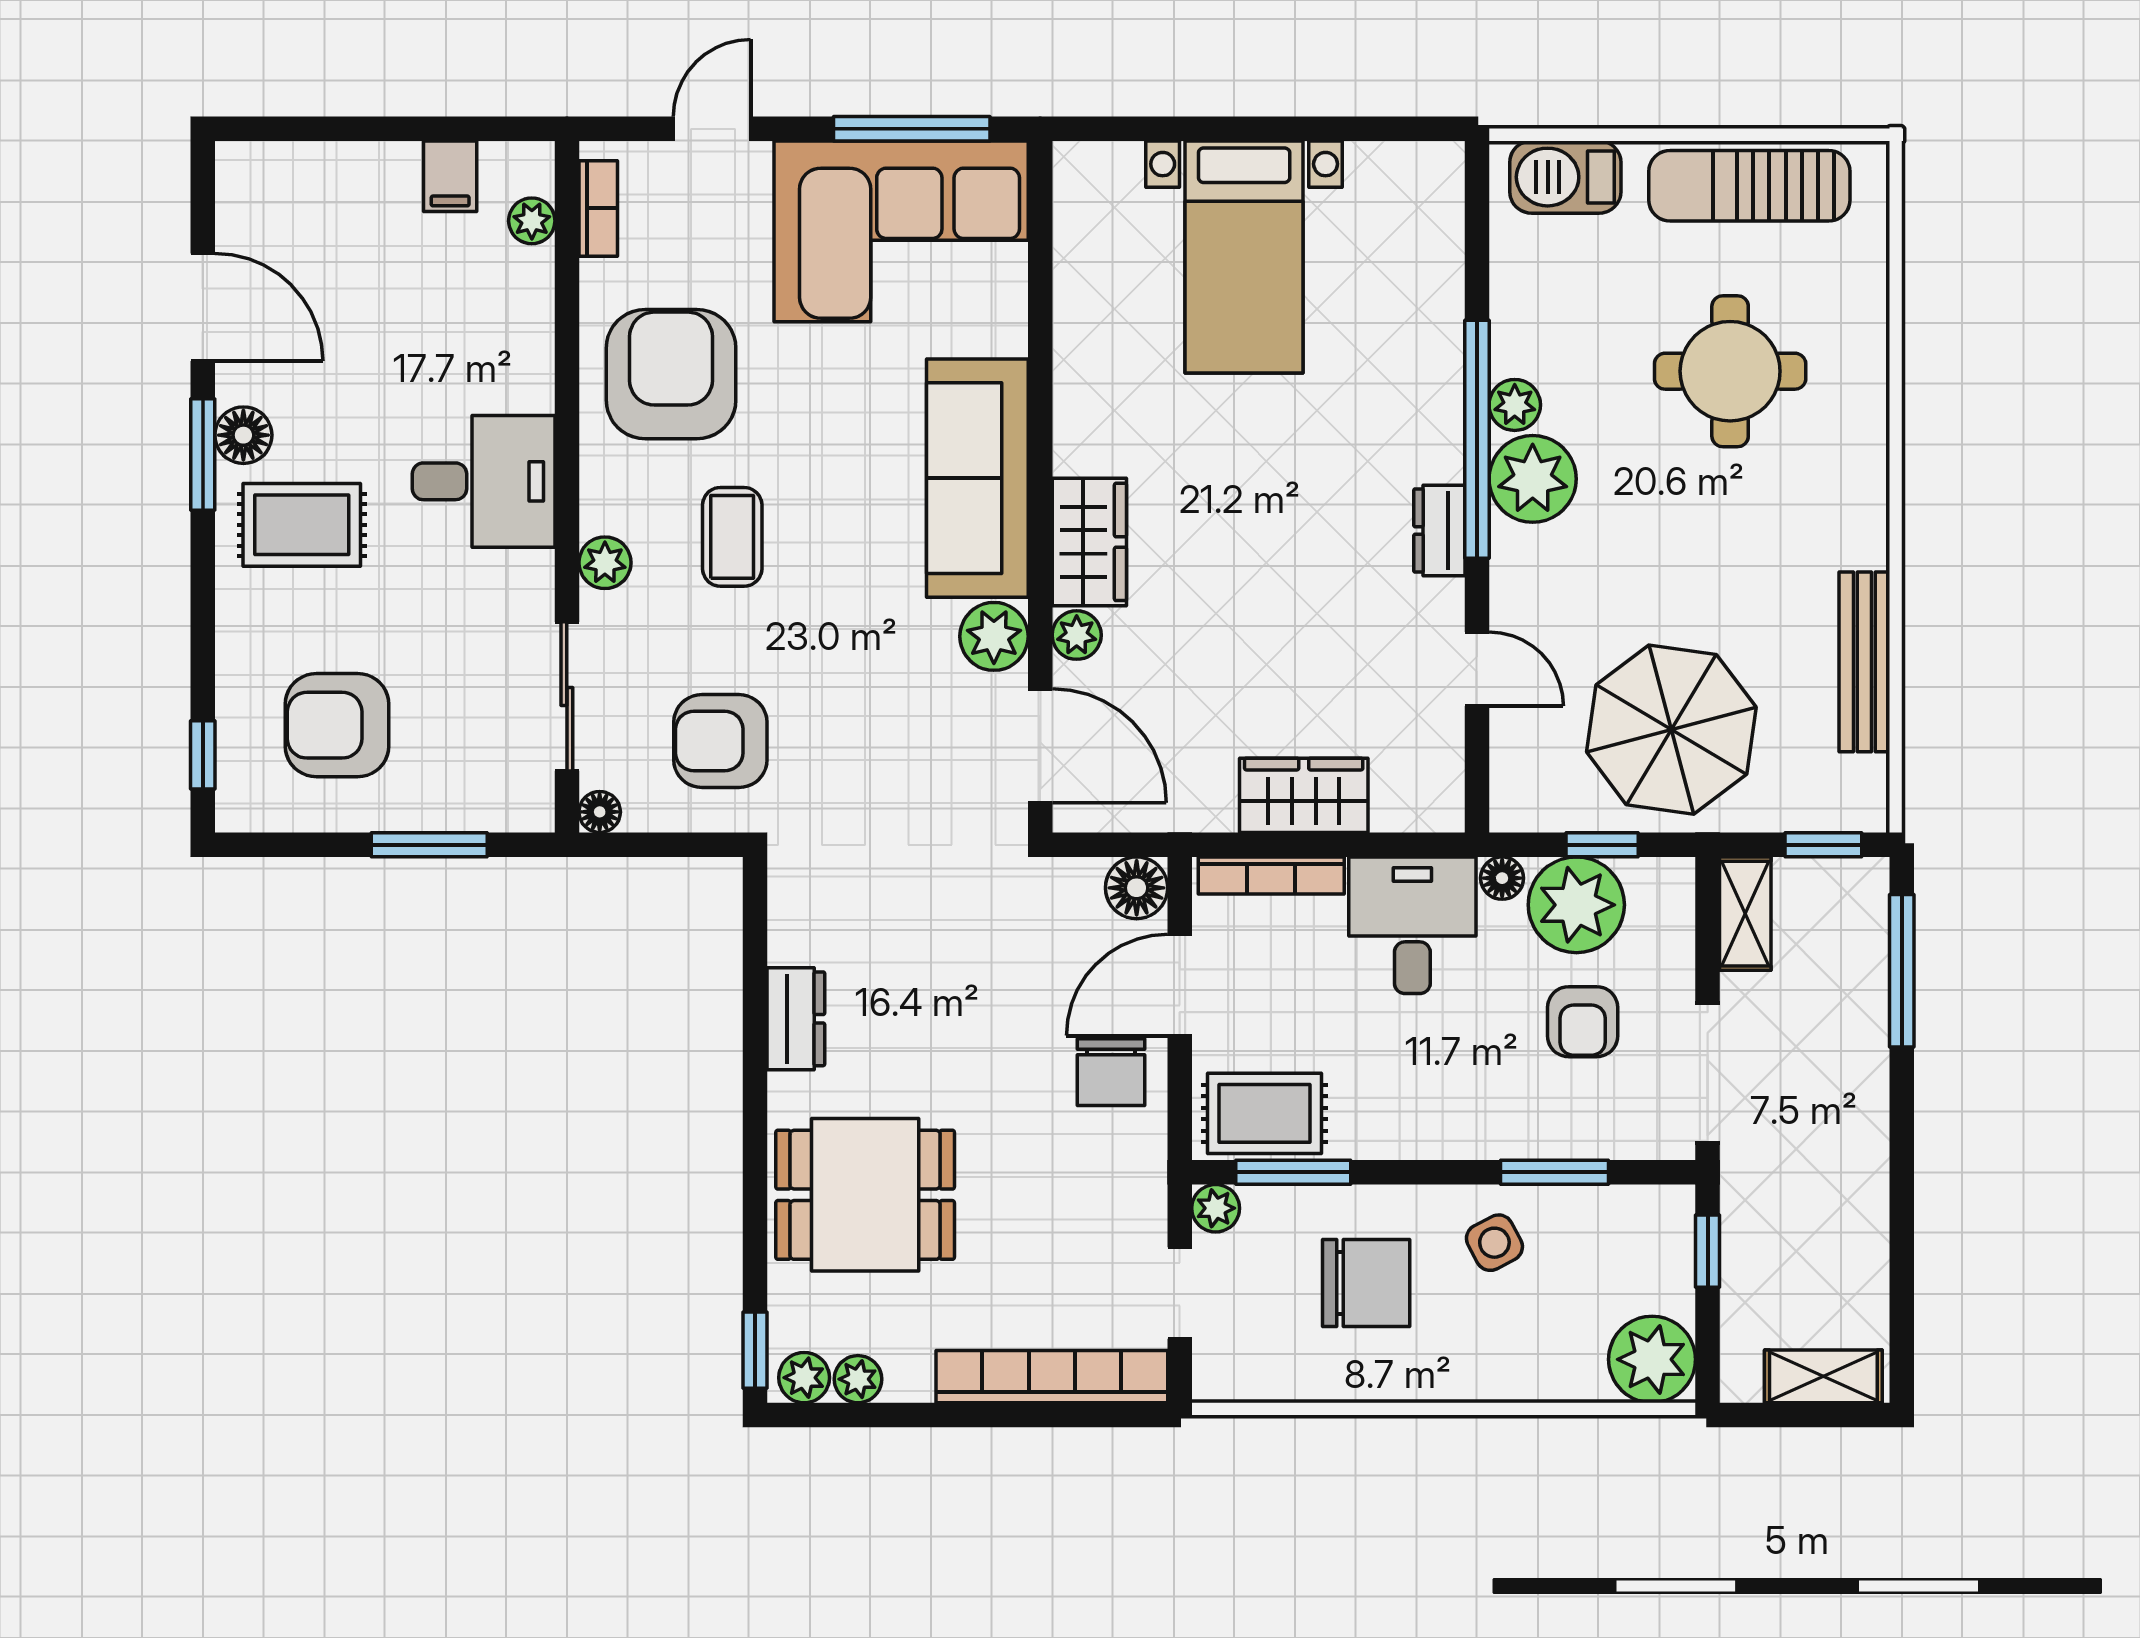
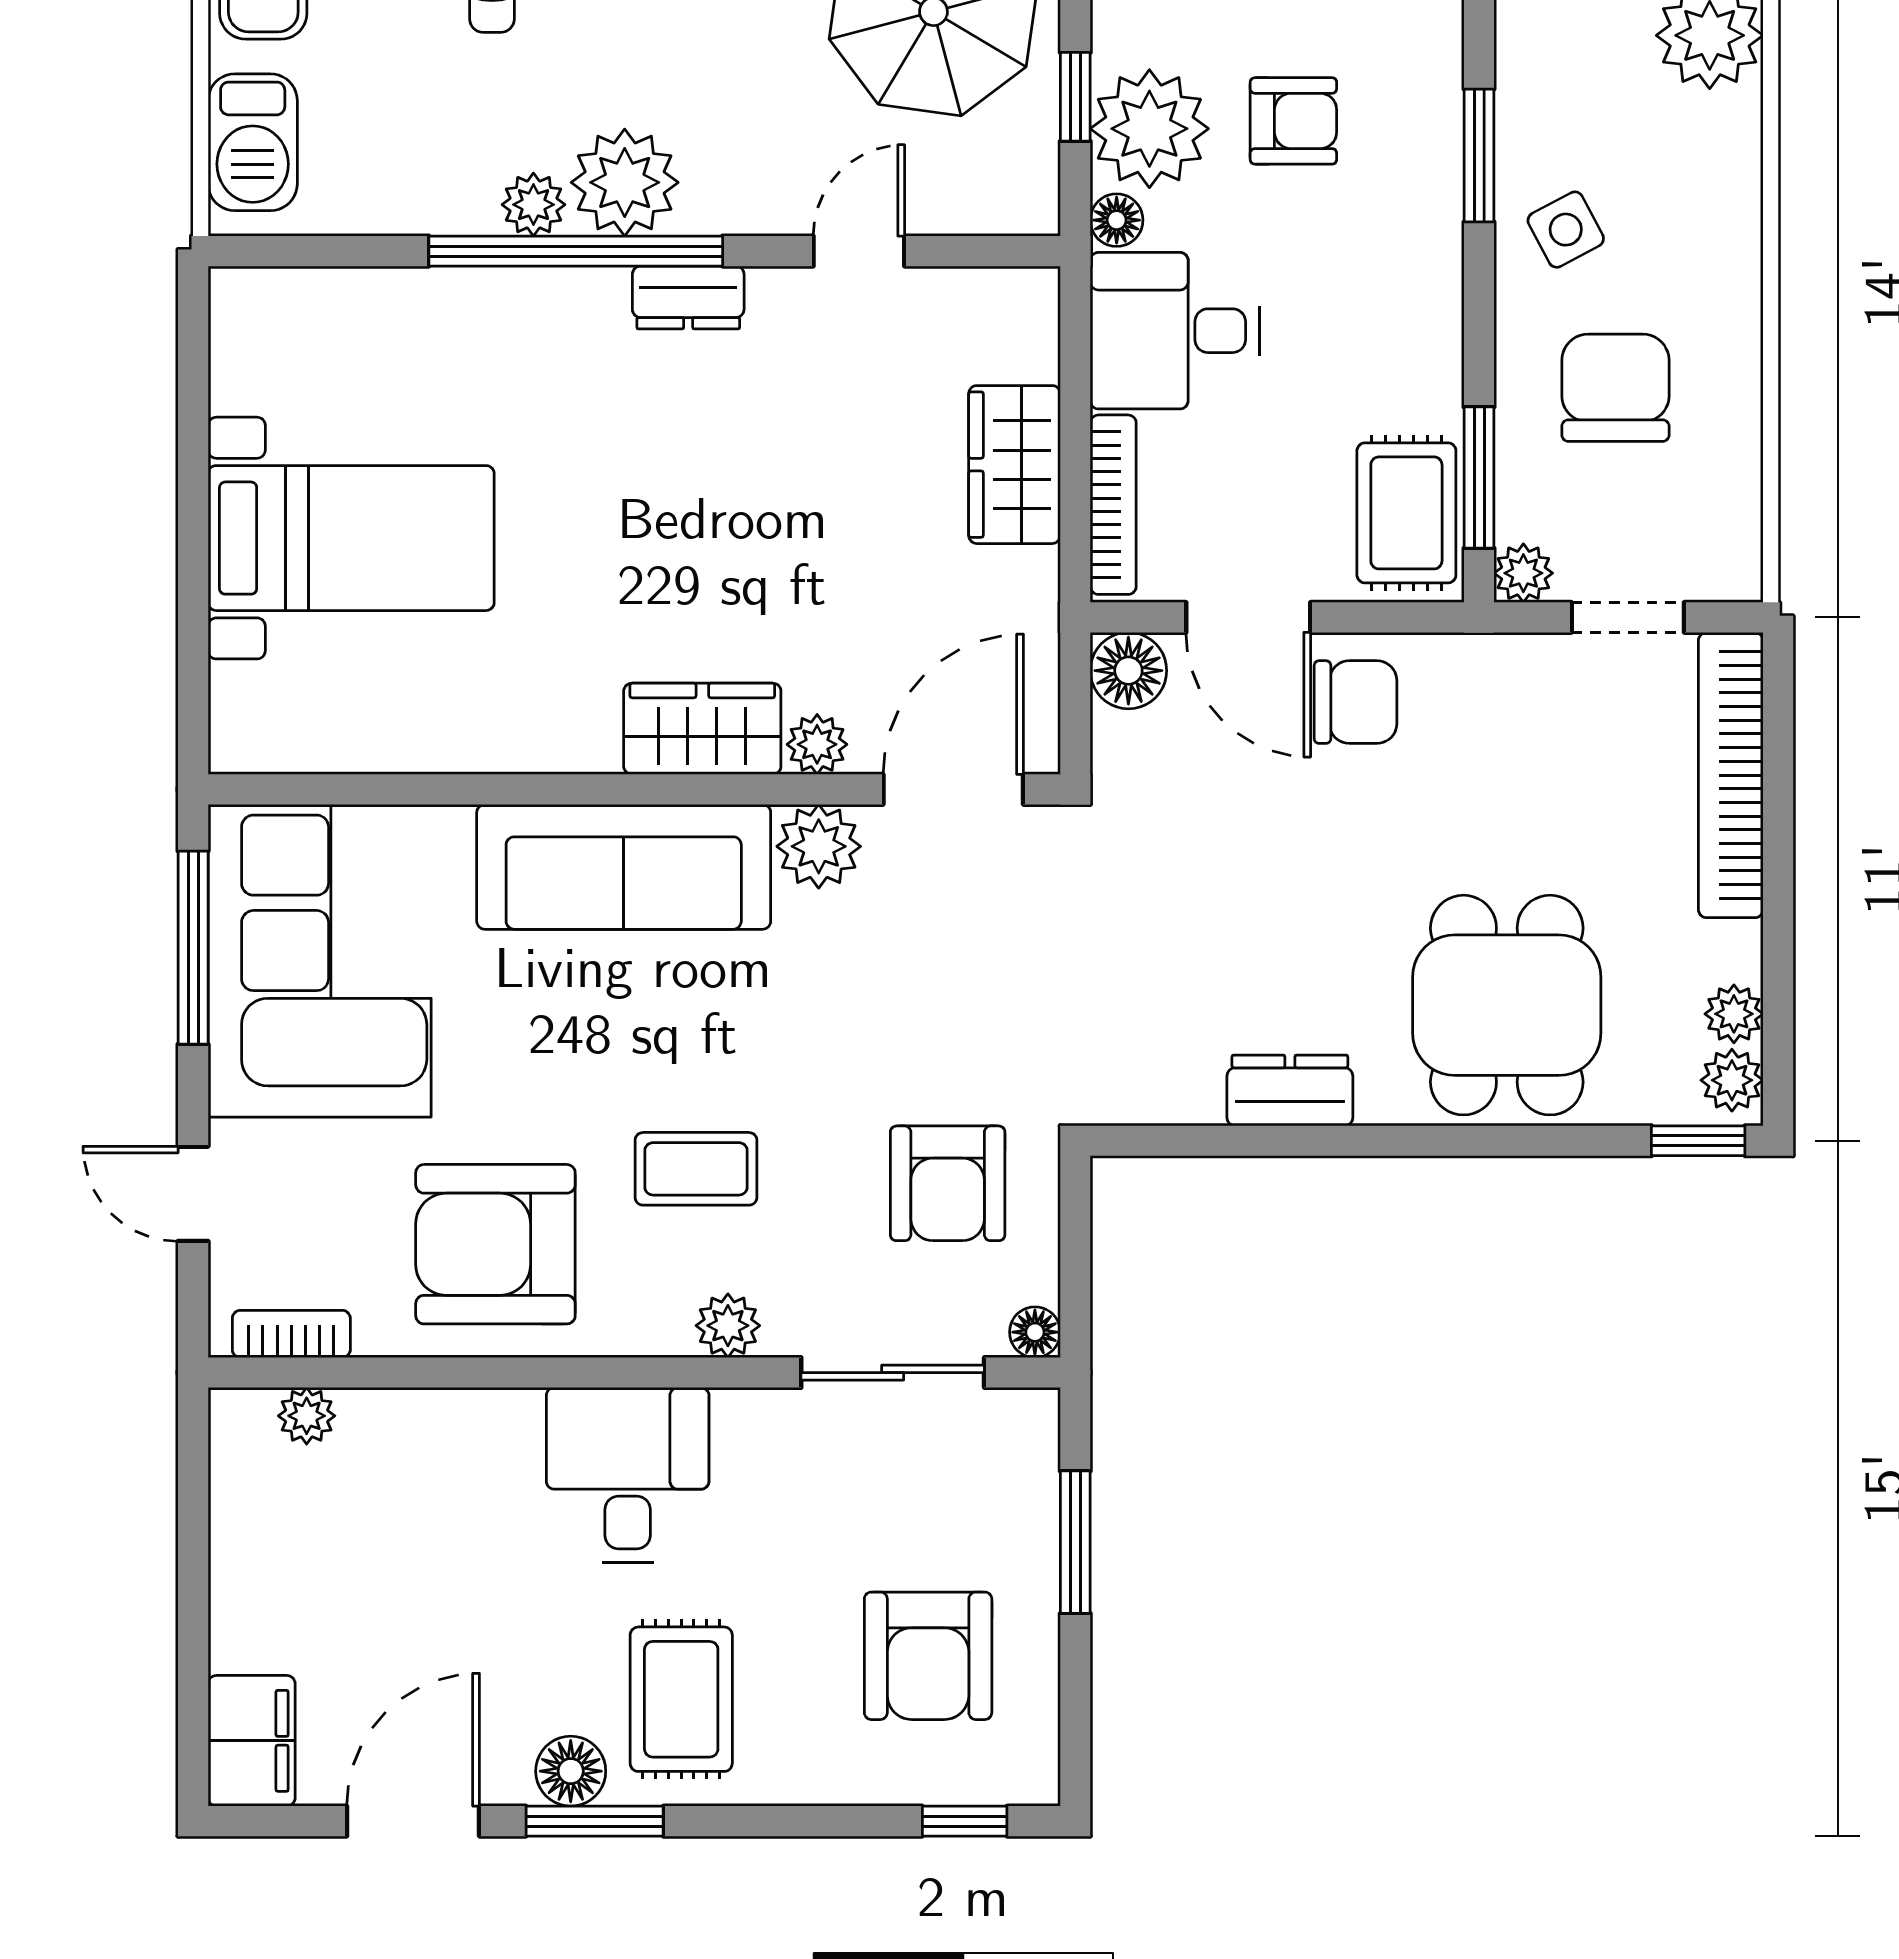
filing cabinet: (450, 176) -> (252, 1741), moved, width x2.00

